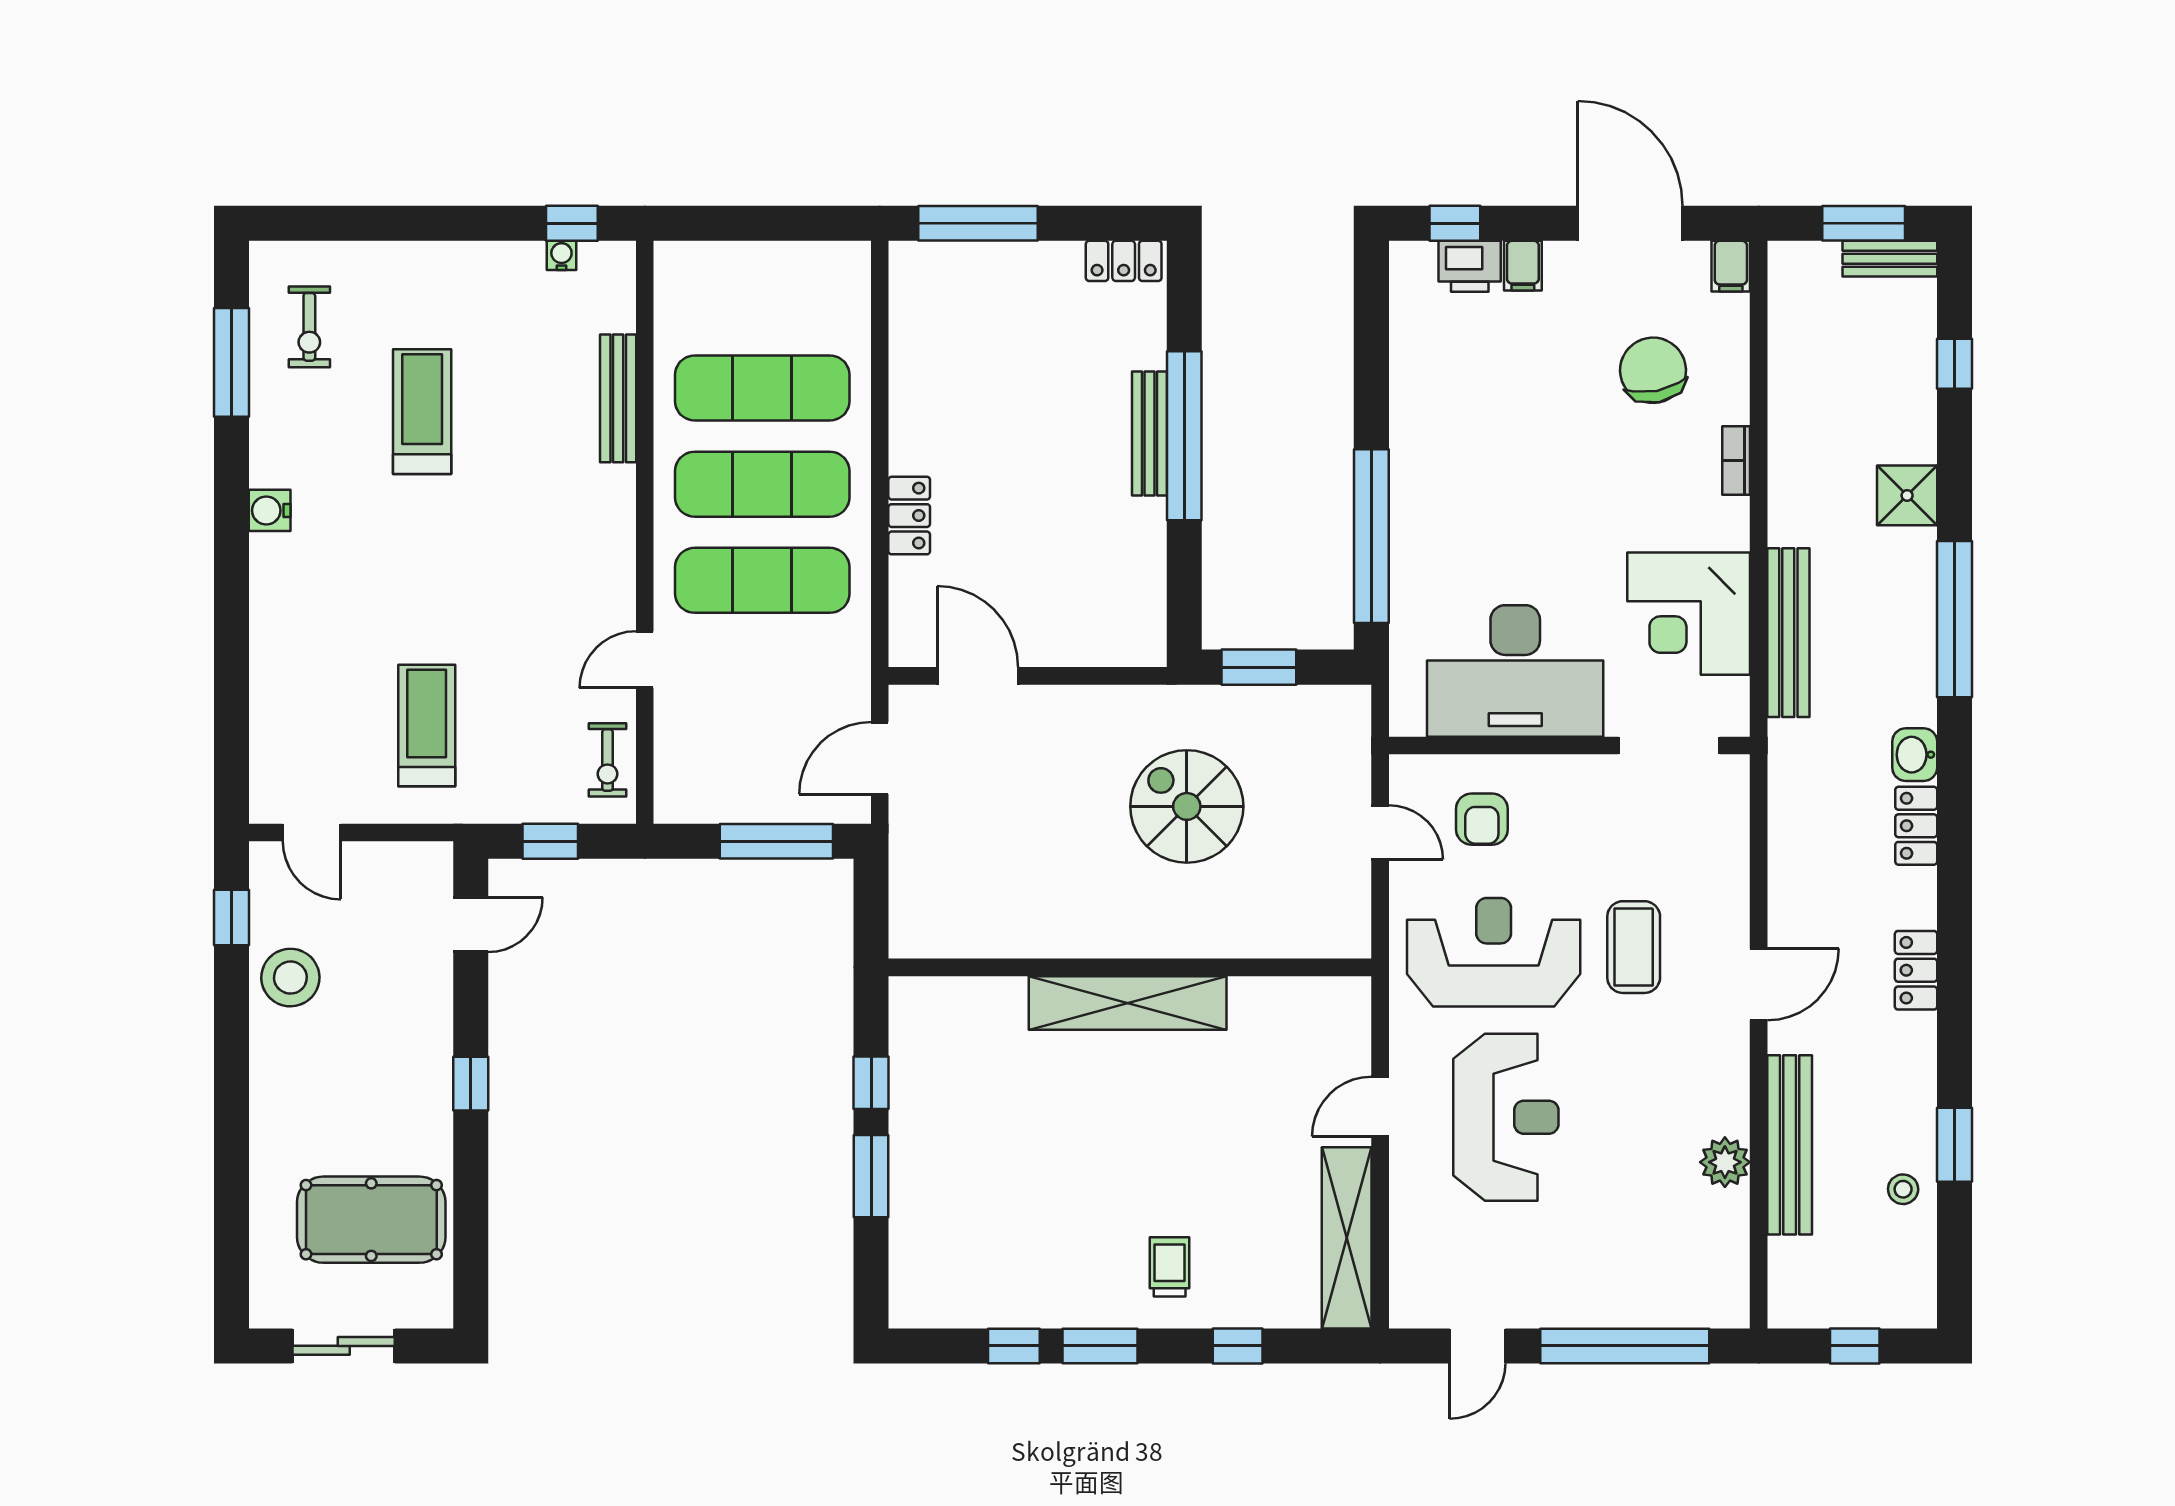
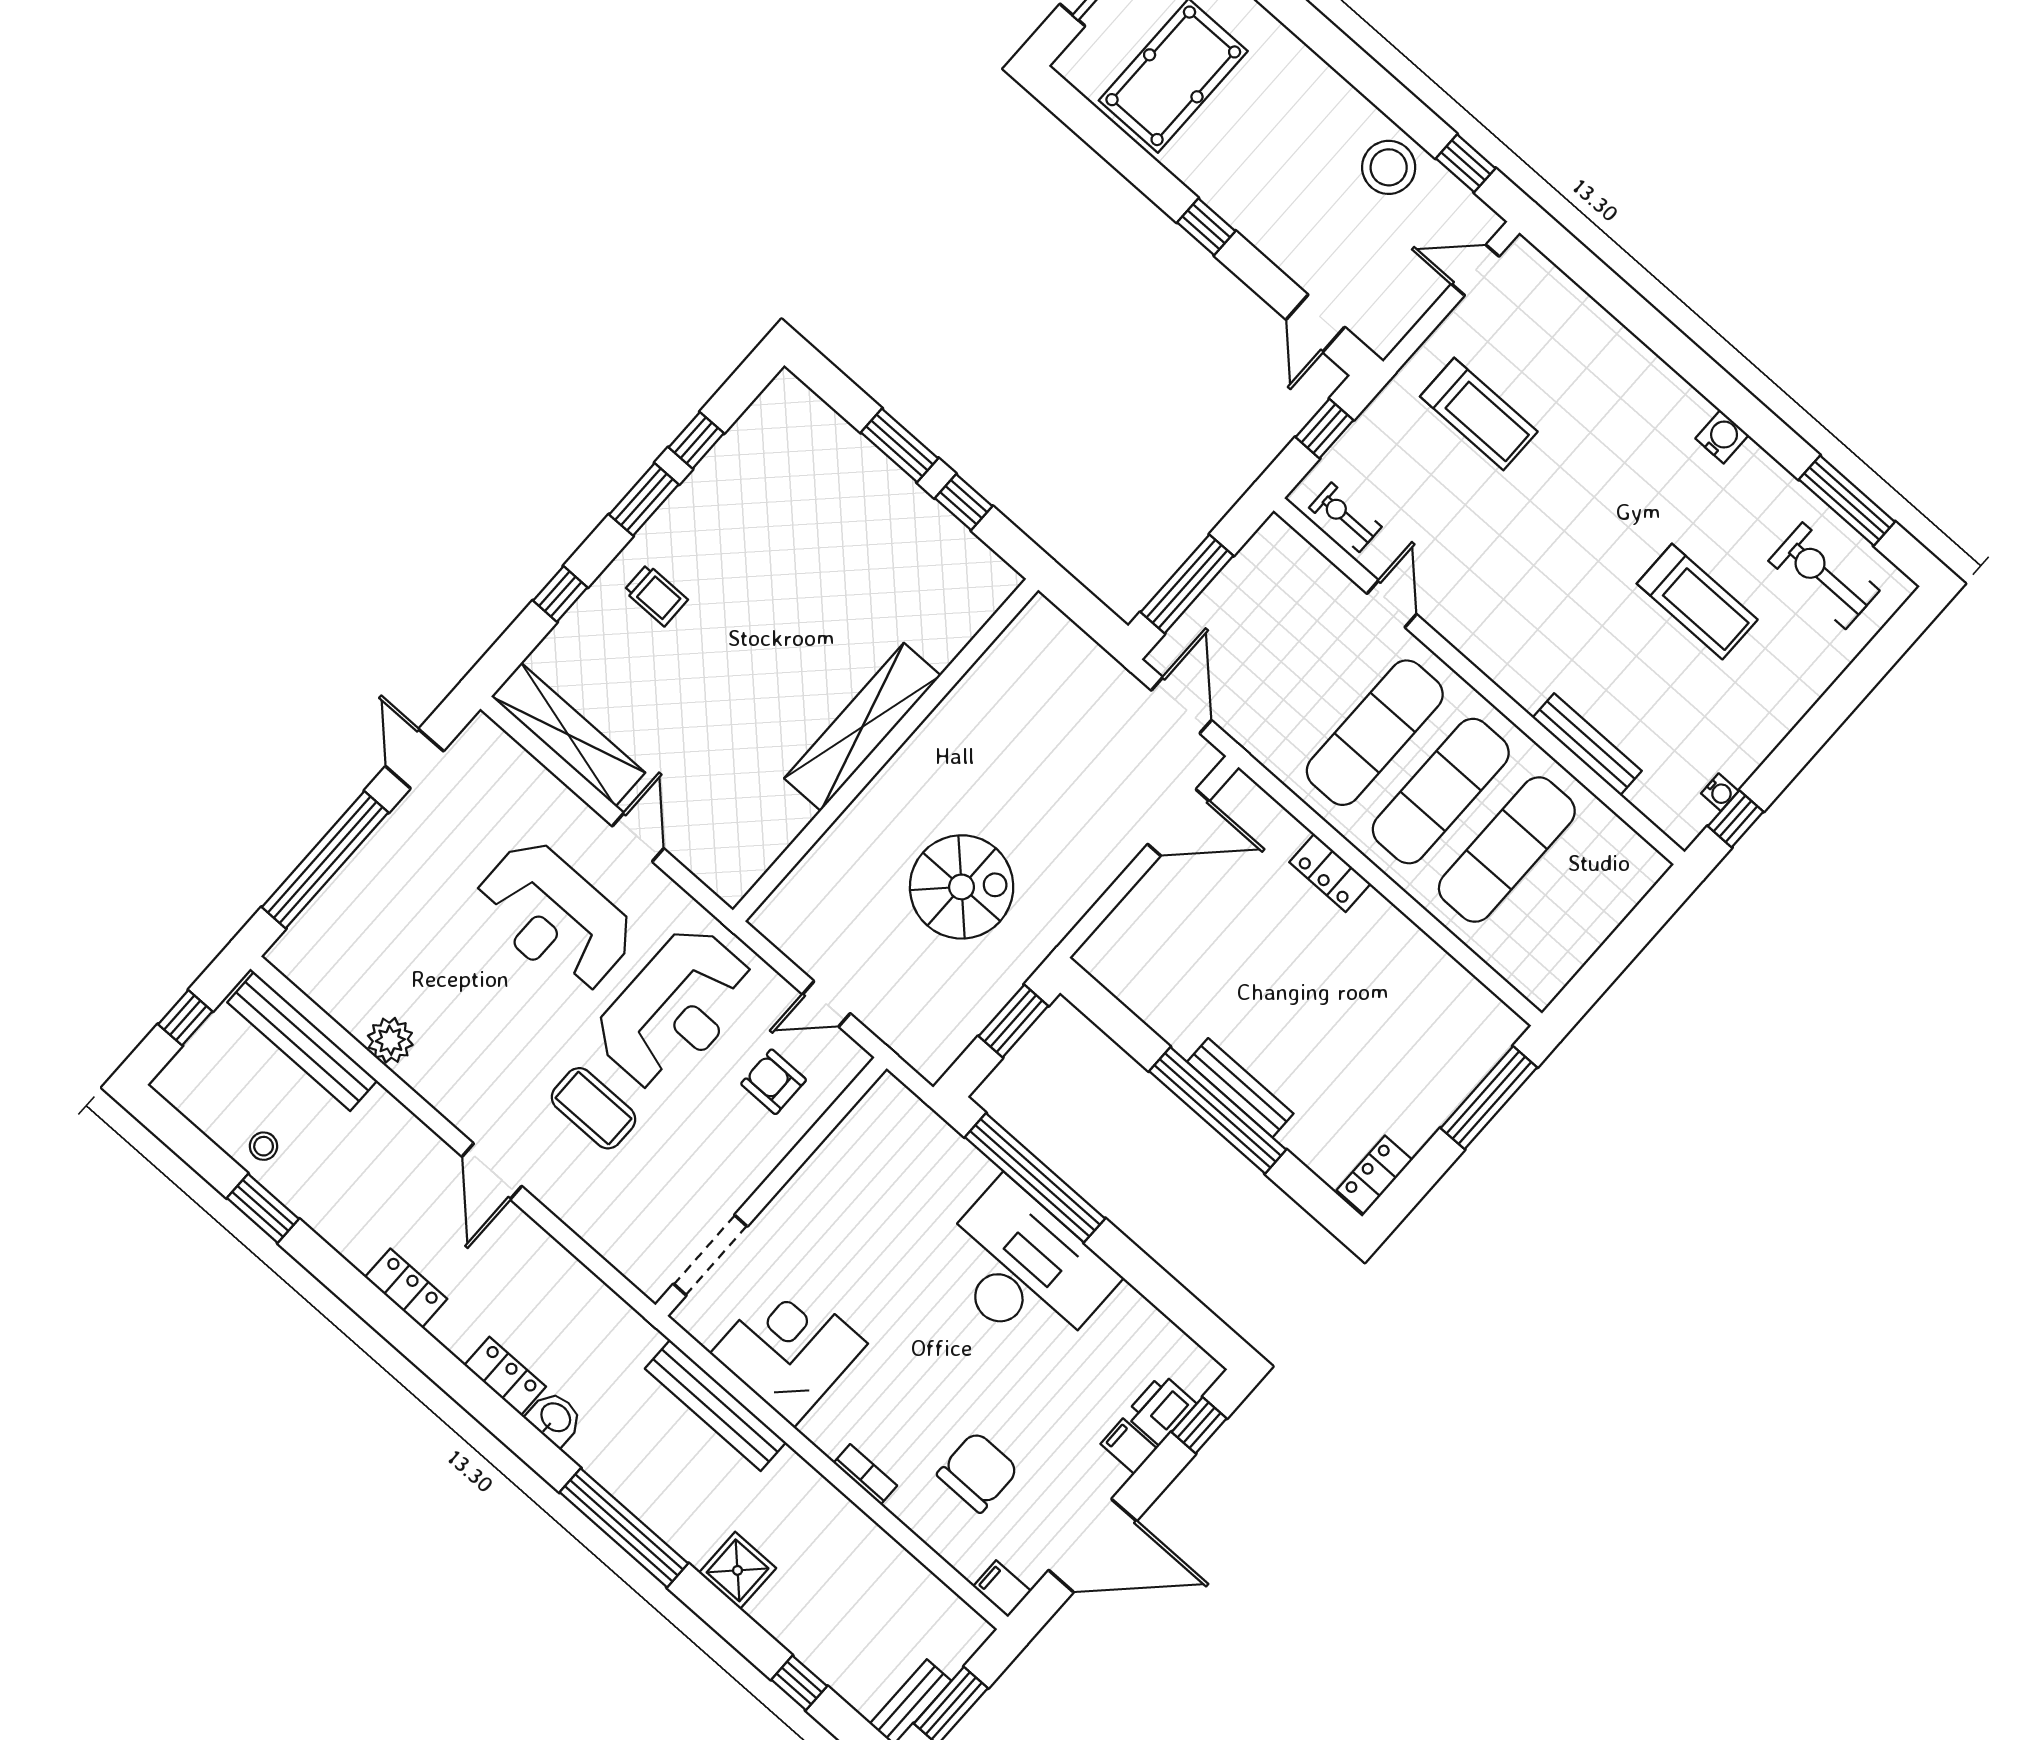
exercise bike: (309, 327) -> (1824, 576), width x1.38, depth x1.39
chair: (1653, 370) -> (978, 1472), turned -79
desk: (1515, 671) -> (1024, 1270), moved, turned 90
bench: (1790, 1145) -> (302, 1041), moved

